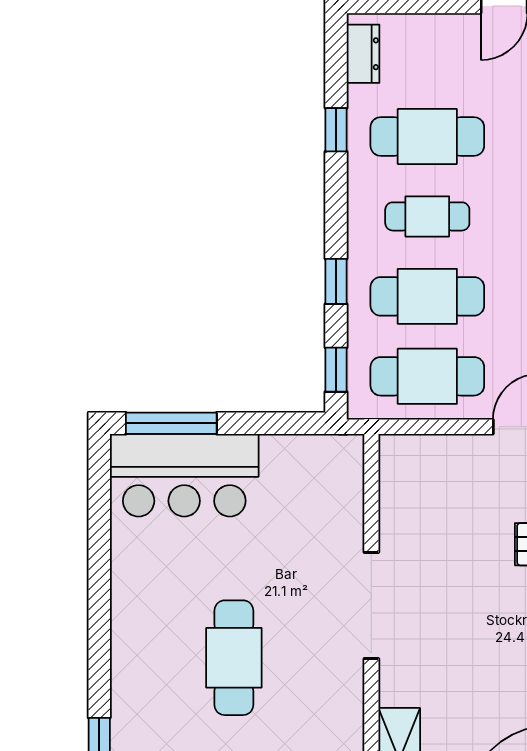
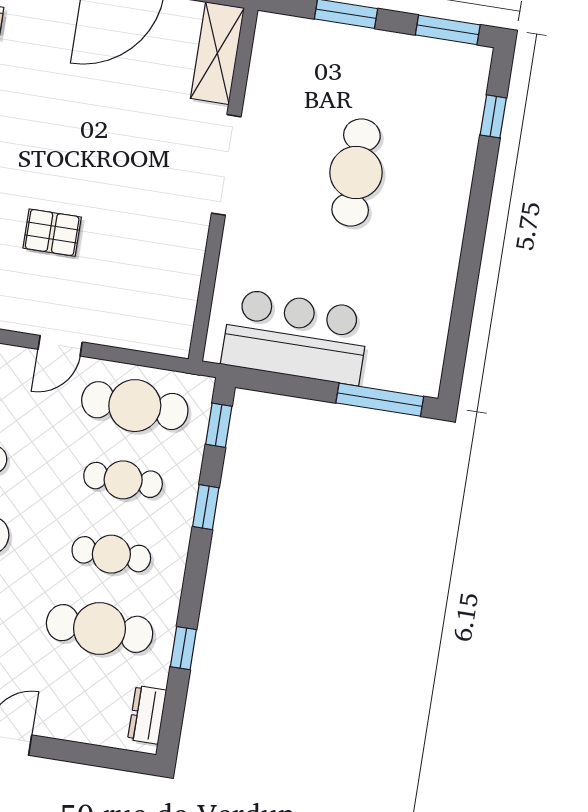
cafe table: (427, 296) -> (123, 480), width x0.73, depth x0.74
bar counter: (184, 475) -> (295, 337), moved
doorway: (371, 606) -> (226, 165), moved

